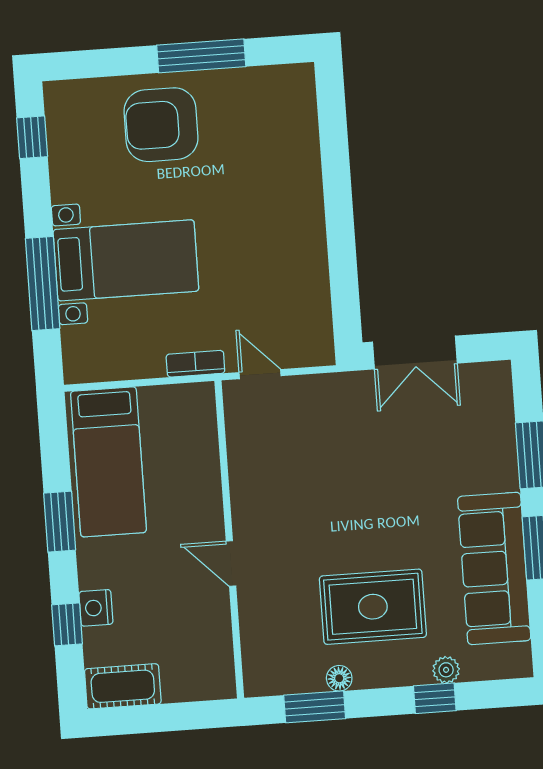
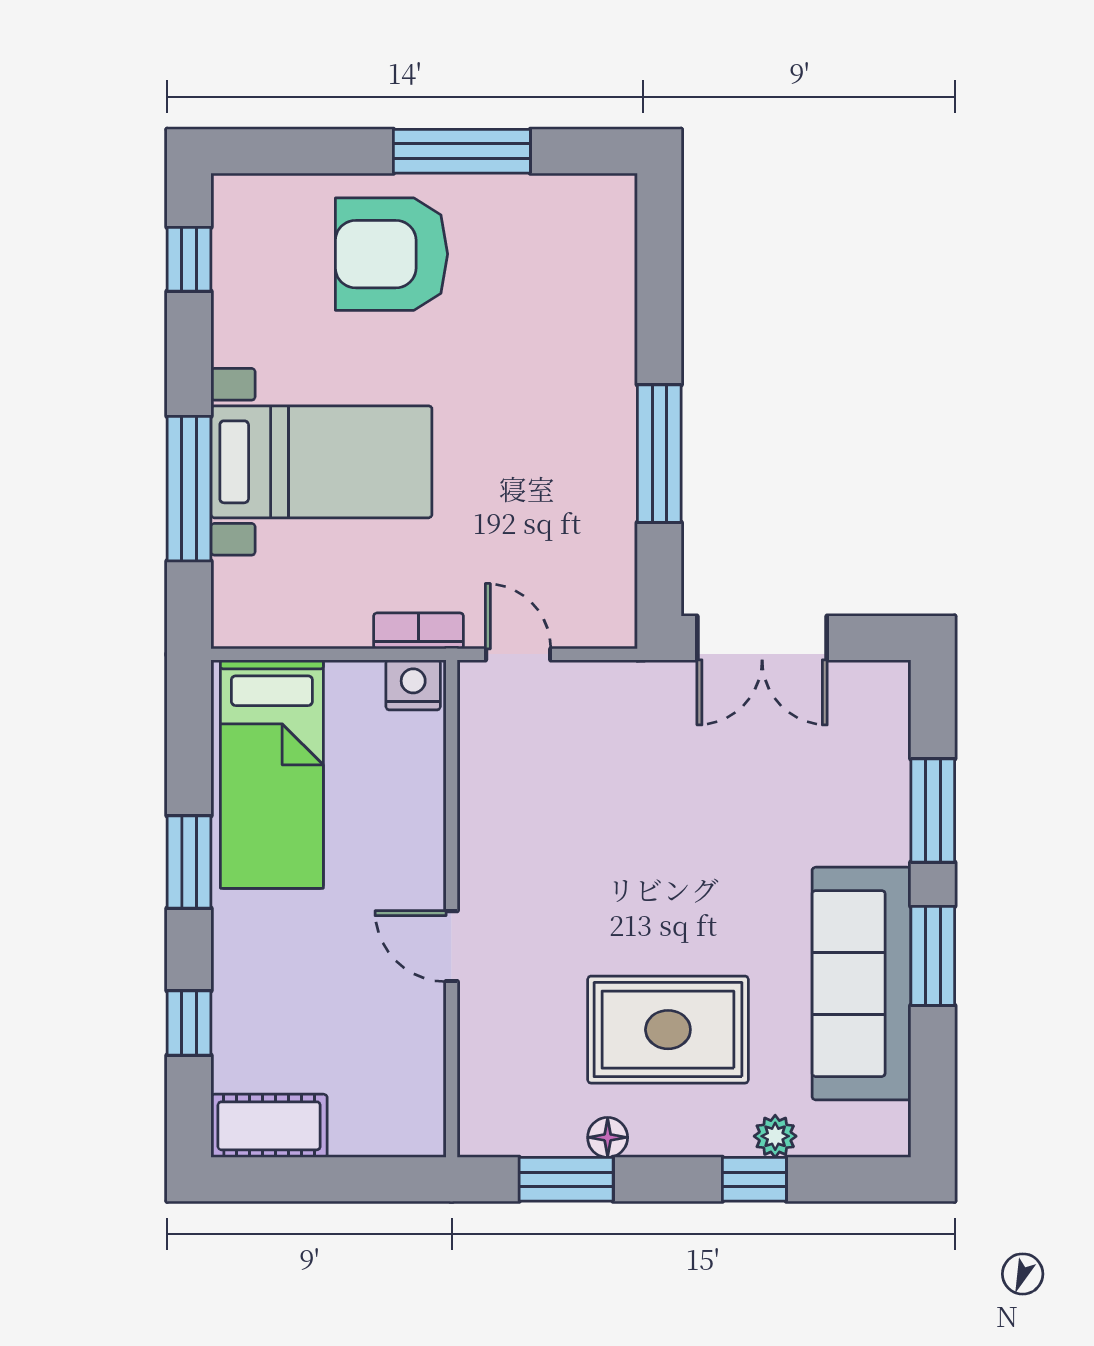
window: (341, 240) -> (659, 454), added
nightstand: (96, 608) -> (413, 685), moved, turned 90

